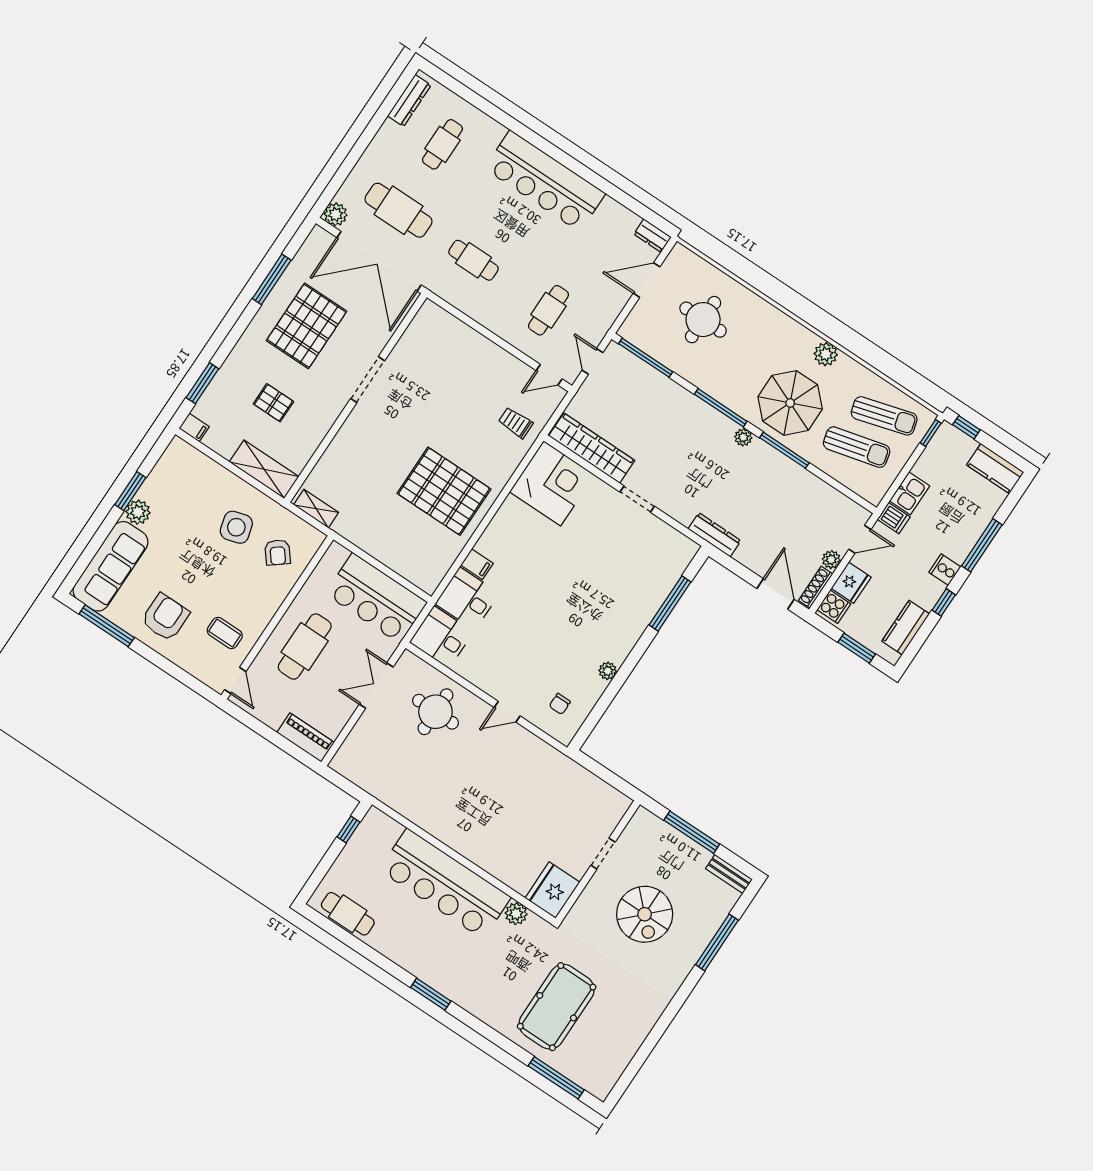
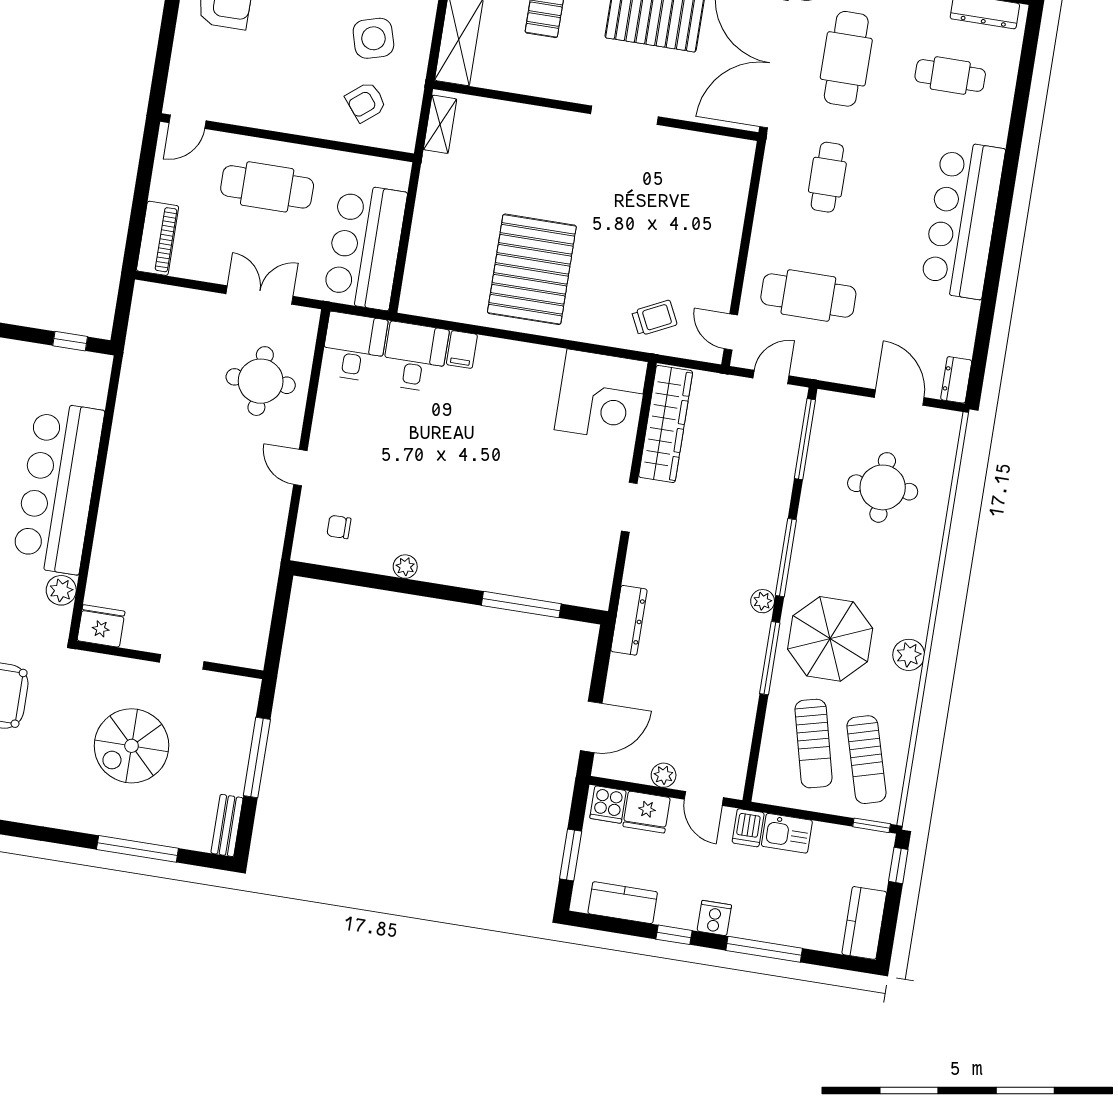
cafe table: (549, 310) -> (808, 296), width x1.37, depth x1.35
trolley: (516, 423) -> (654, 318), turned 64
shoe rack: (816, 587) -> (622, 771), removed
coffee table: (225, 633) -> (239, 83), removed
fridge: (552, 890) -> (101, 626), width x0.73, depth x0.75

